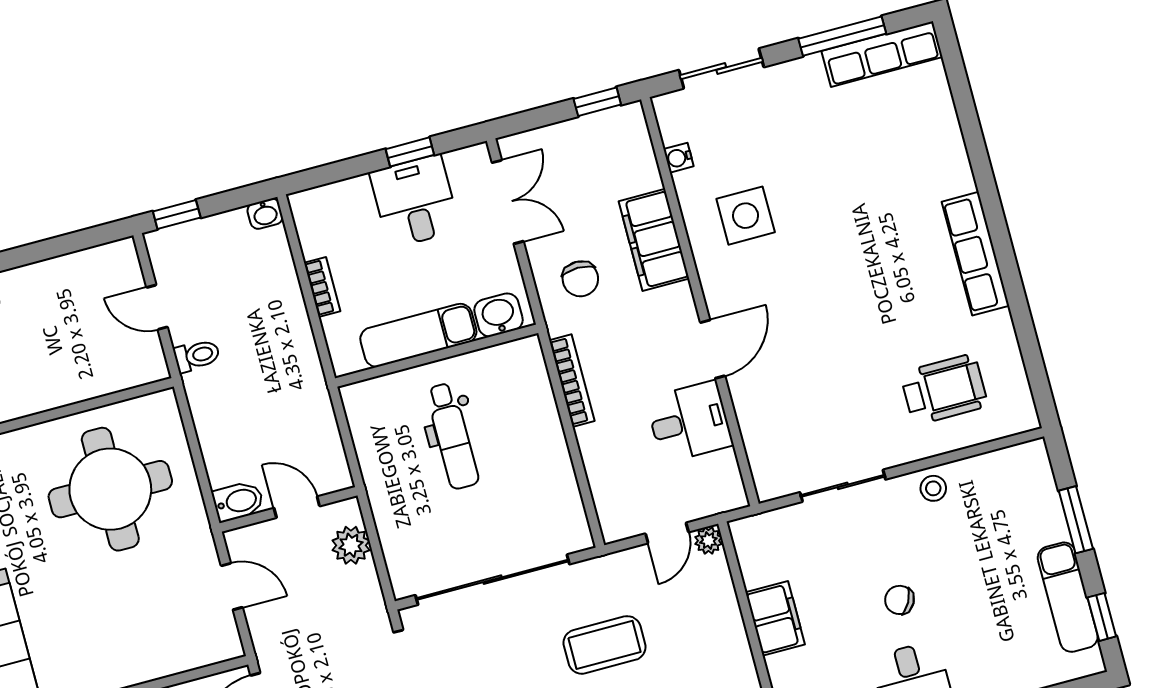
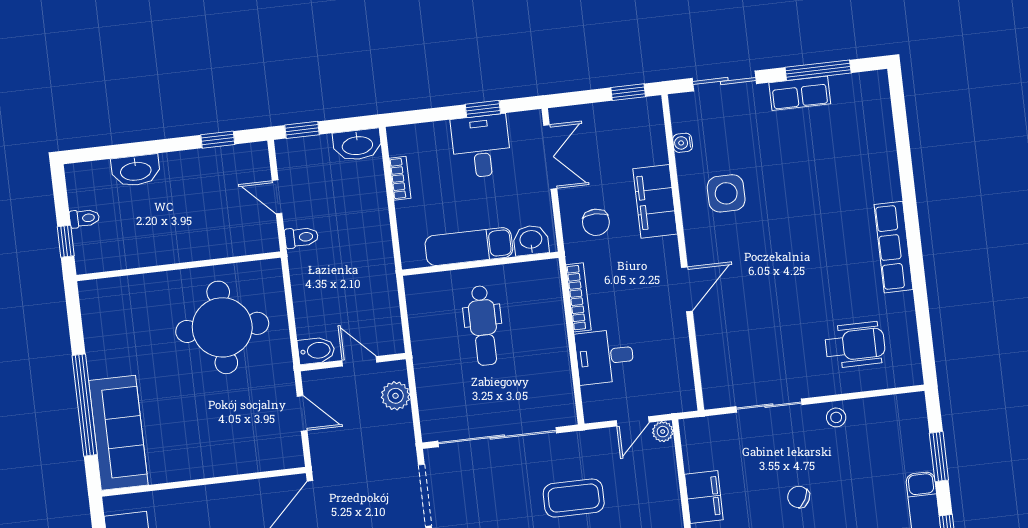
row of seats: (882, 54) -> (800, 93), moved, width x0.68
washbasin: (265, 214) -> (357, 145), width x1.91, depth x1.45
window: (68, 244) -> (218, 140), added
bookcase: (322, 287) -> (400, 178), moved
desk: (689, 422) -> (605, 357), moved, turned 180

